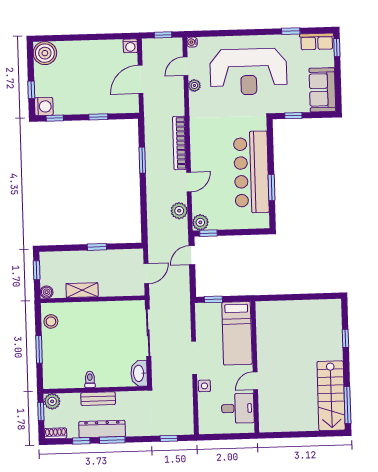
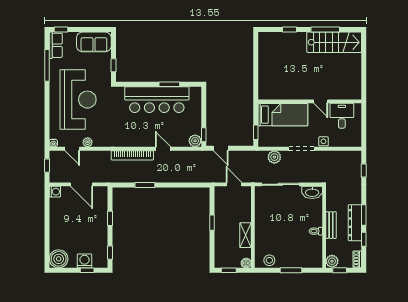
window: (291, 31) -> (47, 65), width x2.17
washing machine: (44, 106) -> (84, 261), moved
plant: (179, 211) -> (274, 157), moved
window: (347, 405) -> (325, 30), moved

